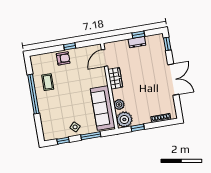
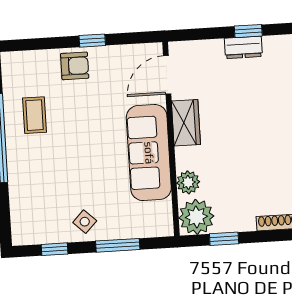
sofa: (103, 108) -> (149, 153), moved

